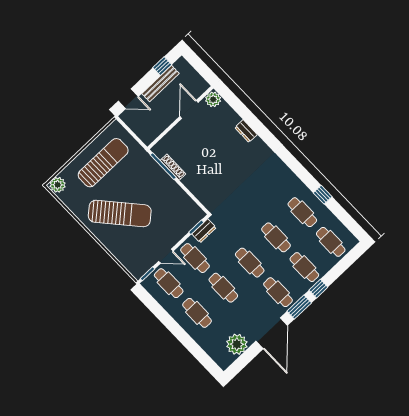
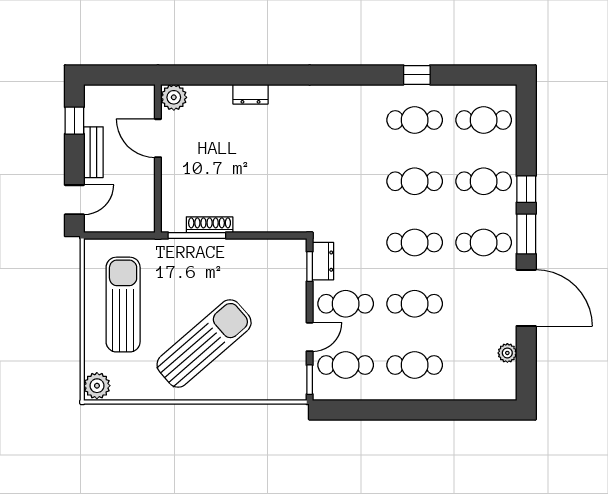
bench: (160, 84) -> (93, 152), width x0.73
plant: (237, 344) -> (507, 353), width x0.53, depth x0.53

